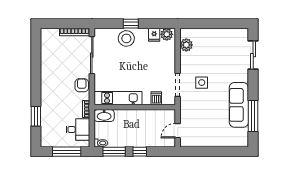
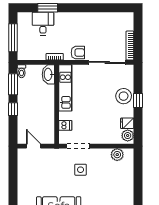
desk: (78, 130) -> (43, 24), moved, turned 180

